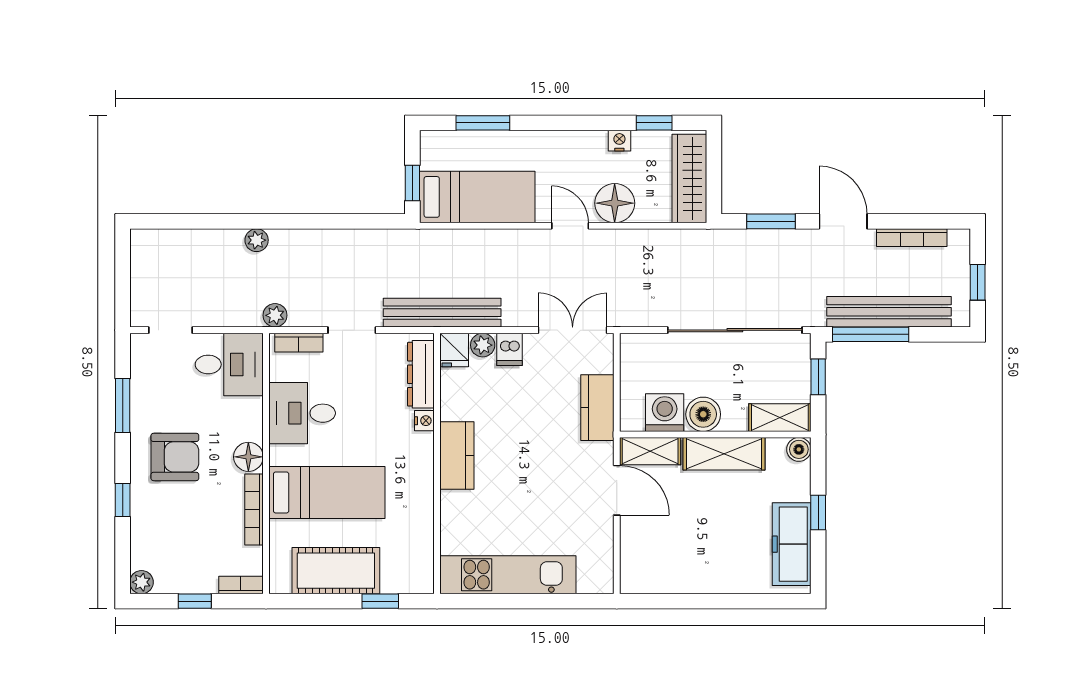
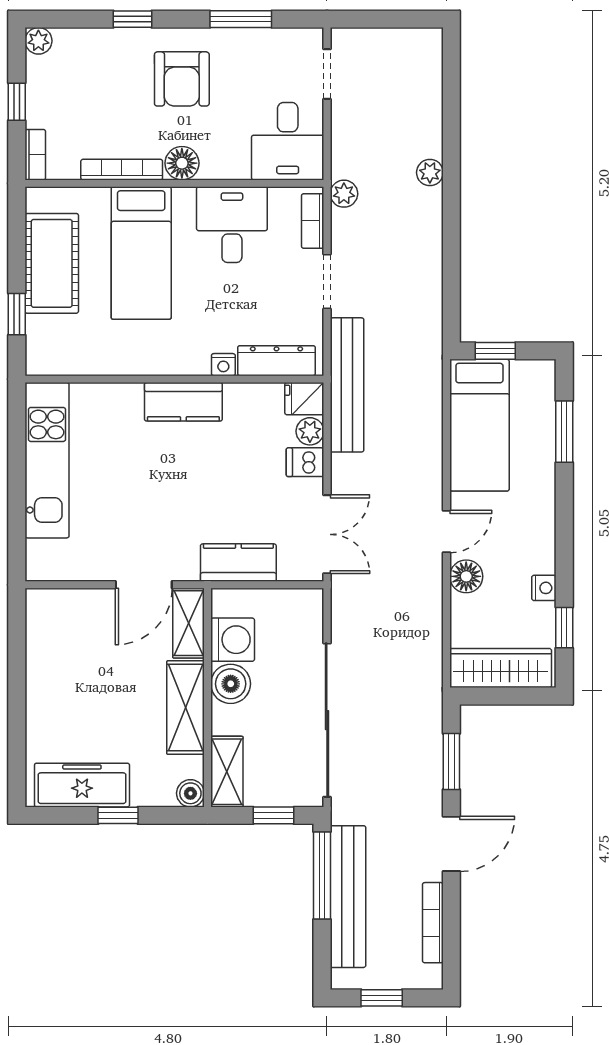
floor lamp: (615, 203) -> (466, 576), width x0.73, depth x0.73

